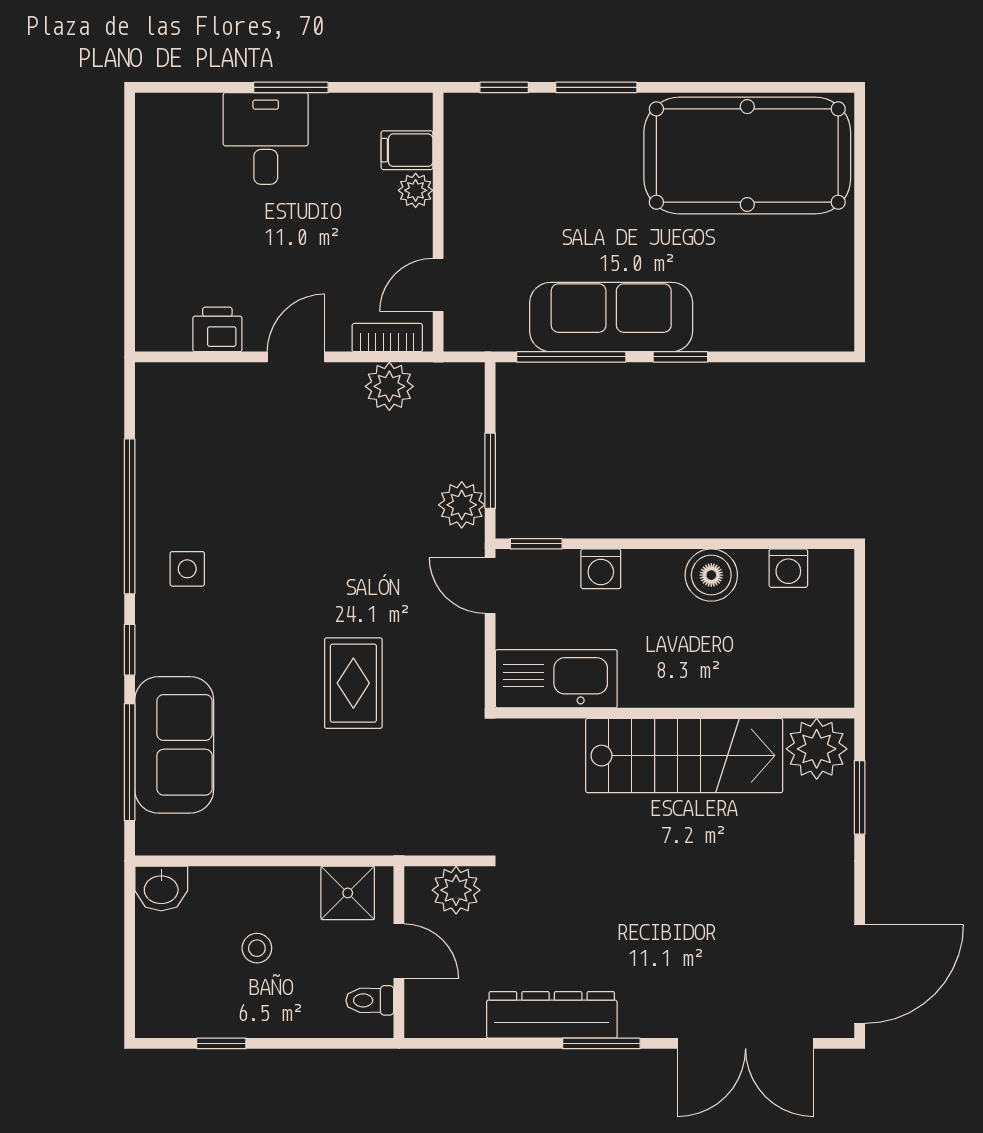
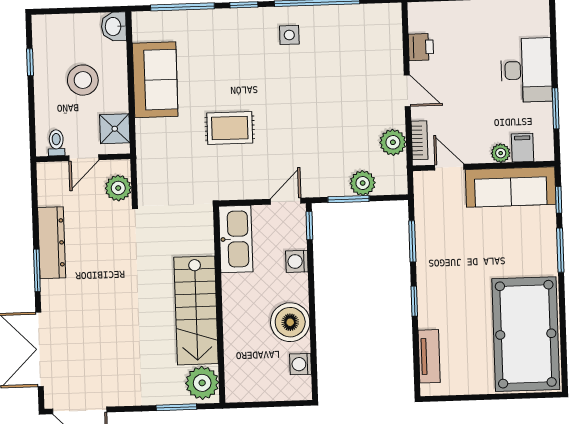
window: (291, 87) -> (556, 108), moved
desk: (266, 138) -> (526, 70), width x1.37
sofa: (611, 317) -> (511, 187), moved, turned 90
tv unit: (782, 333) -> (429, 356), added
window: (571, 357) -> (412, 241), width x0.69
plant: (462, 505) -> (363, 183), moved
boiler: (711, 575) -> (290, 322), width x1.37, depth x1.37
sofa: (174, 745) -> (155, 80), moved, turned -90
stool: (257, 948) -> (83, 80), width x1.89, depth x1.89

